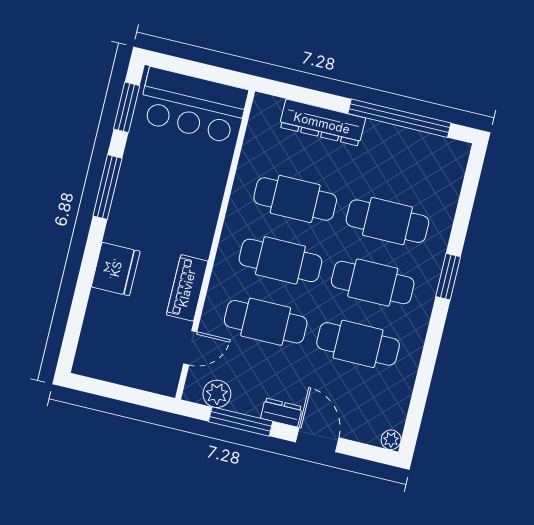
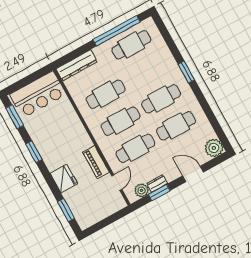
dresser: (322, 123) -> (77, 65), moved
window: (107, 187) -> (34, 152), width x0.69
cafe table: (387, 221) -> (131, 45), moved
window: (76, 319) -> (66, 210), added
dresser: (281, 412) -> (157, 183), moved
window: (241, 421) -> (159, 193), width x0.69
plant: (391, 440) -> (214, 148), width x1.88, depth x1.88

